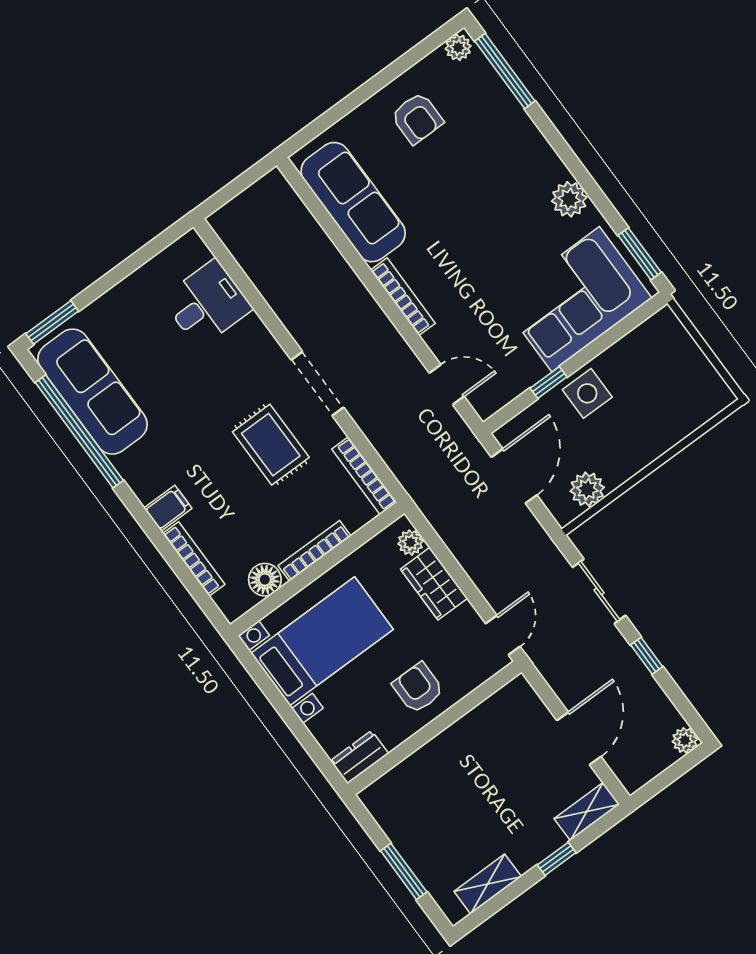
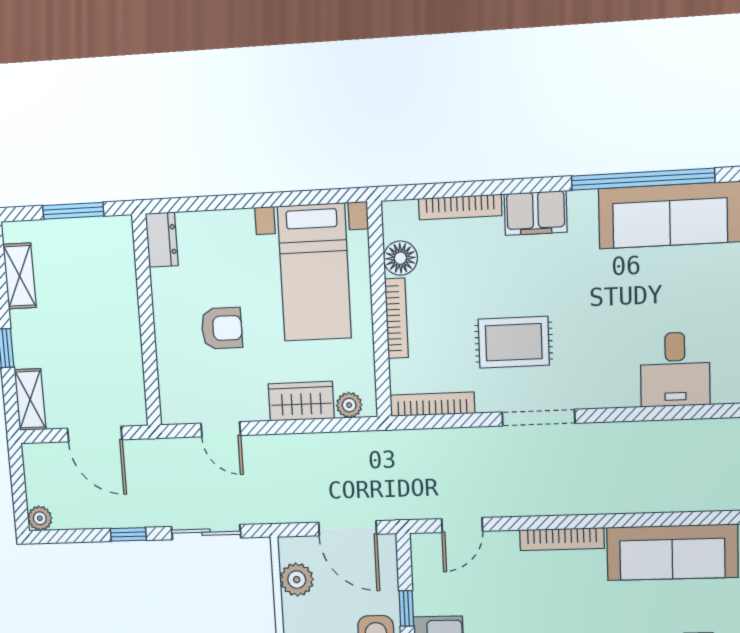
filing cabinet: (168, 508) -> (536, 213), width x2.00
wall: (434, 728) -> (147, 321), moved
dresser: (359, 757) -> (162, 240), moved

